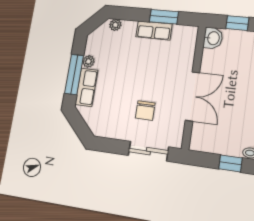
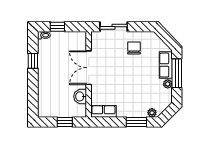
window: (164, 17) -> (136, 122), moved
row of seats: (154, 30) -> (103, 111), moved
washbasin: (213, 38) -> (80, 96), moved
chair: (145, 111) -> (134, 48), moved

